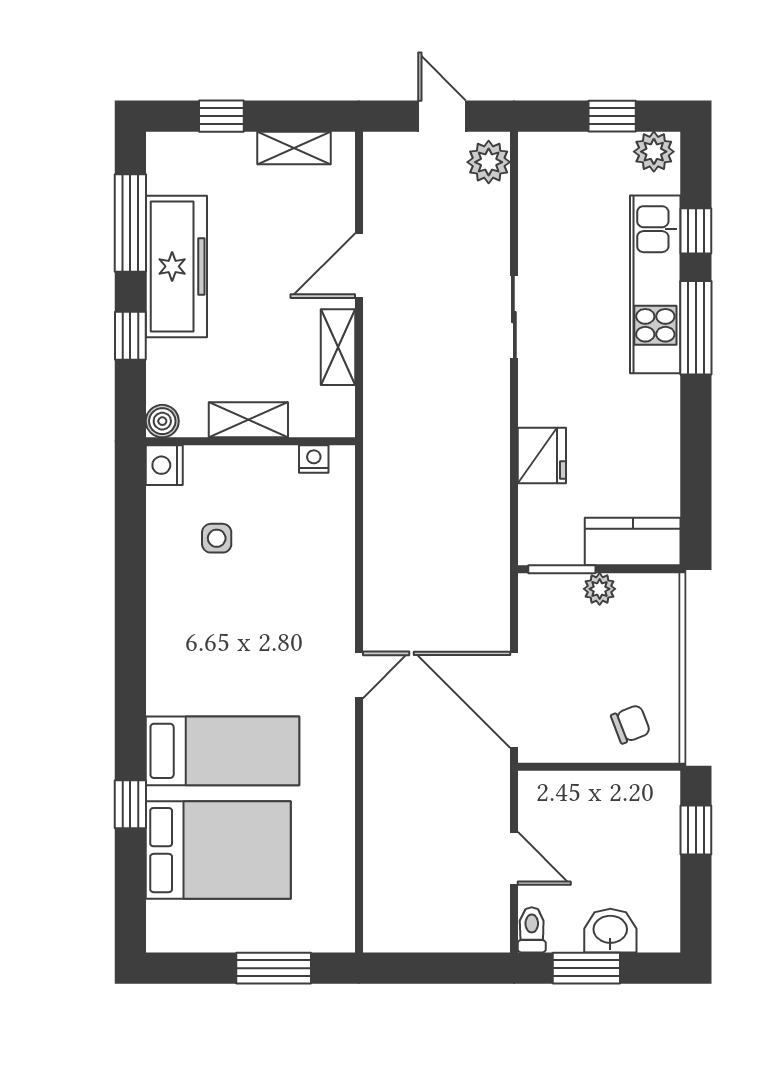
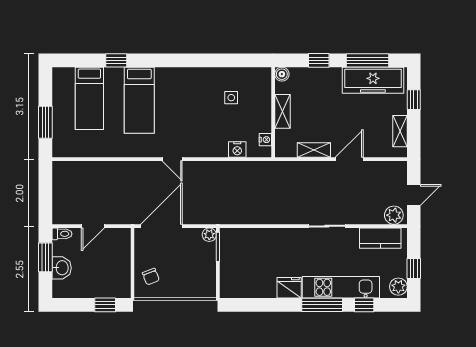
freezer: (176, 266) -> (373, 80), moved
door: (359, 266) -> (349, 159), hinge flipped
fridge: (542, 456) -> (289, 288), moved, turned 180
nightstand: (164, 465) -> (237, 150), moved, turned 180
kitchen counter: (633, 541) -> (380, 238), moved, turned 90
plant: (600, 589) -> (209, 235), moved
bed: (218, 850) -> (89, 98), width x0.67

